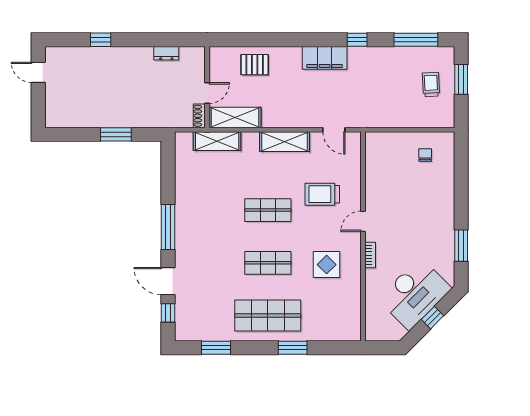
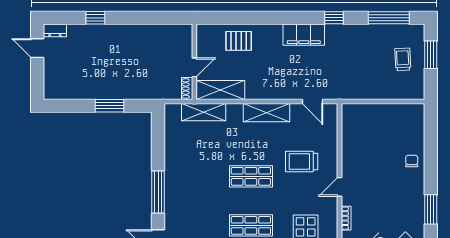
dresser: (166, 53) -> (55, 30), moved
chair: (425, 155) -> (412, 161), moved

